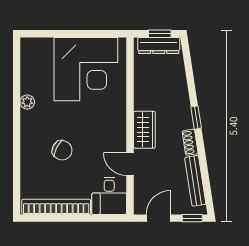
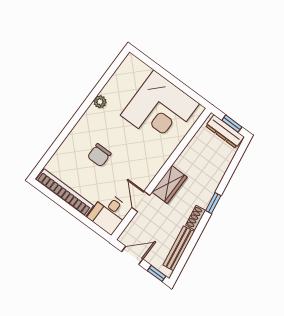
chair: (62, 150) -> (99, 155), turned 63

